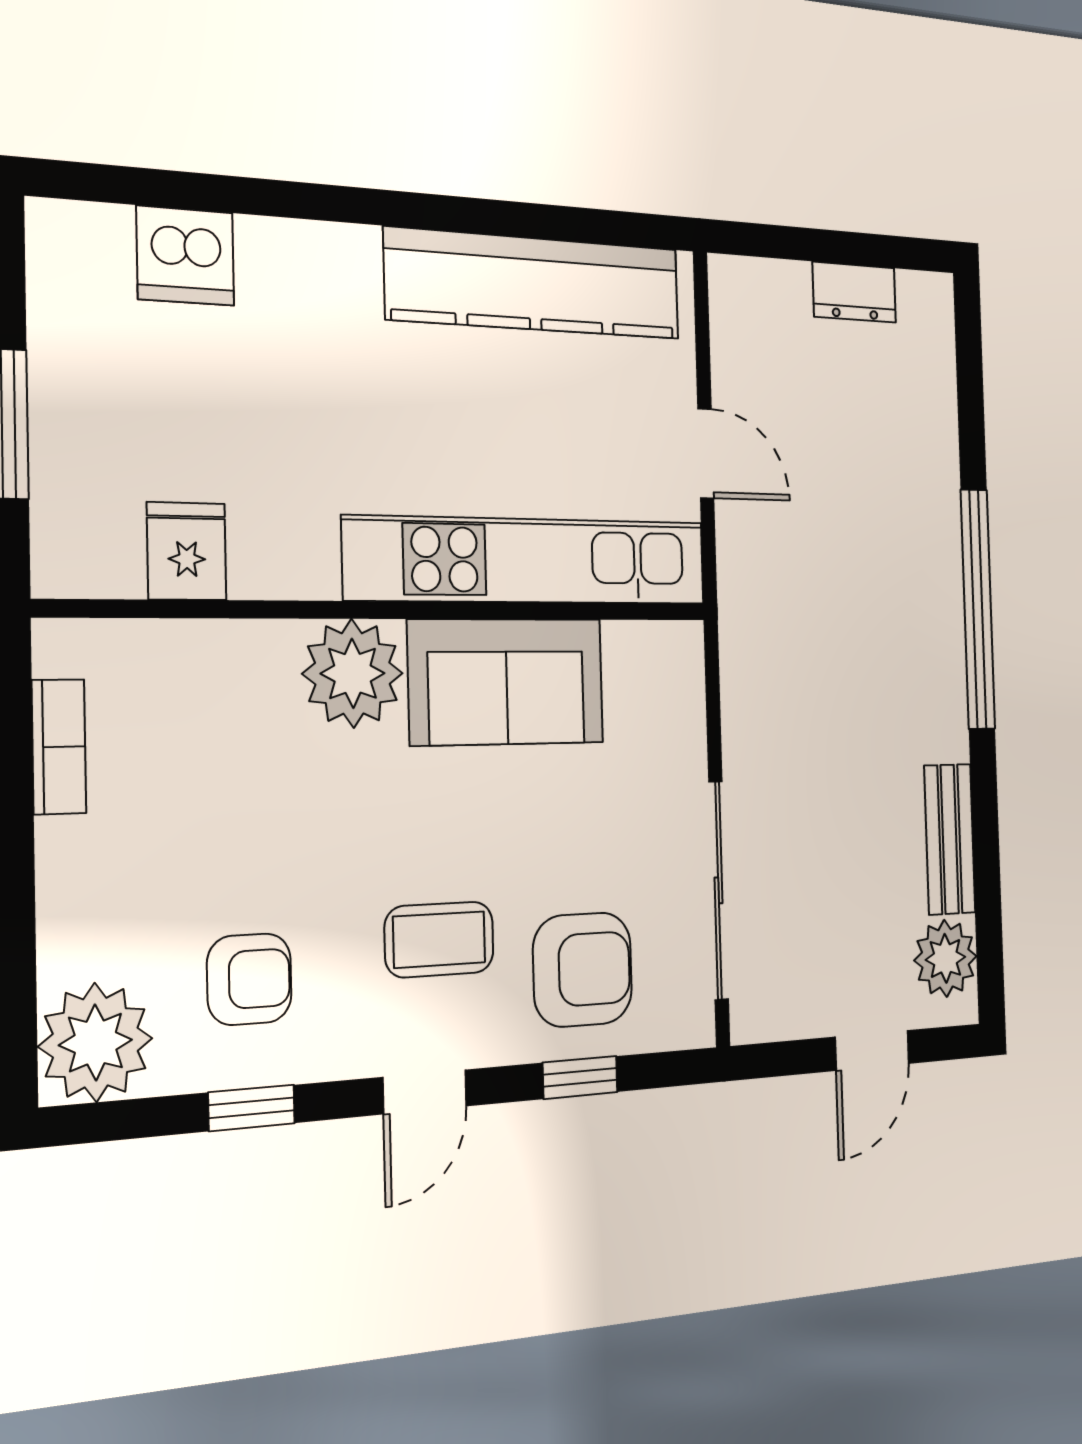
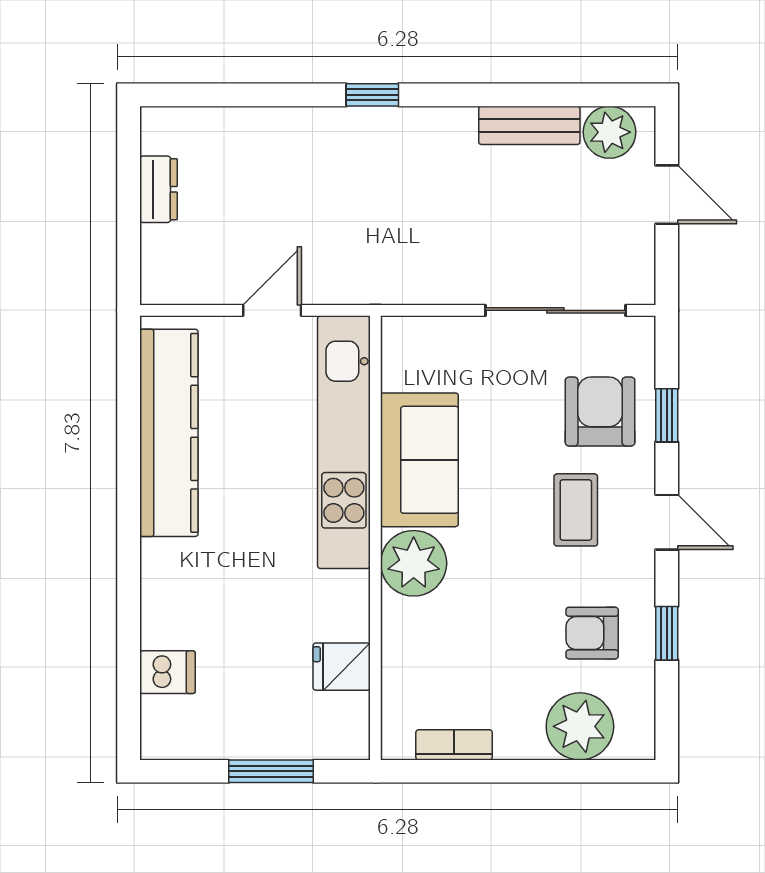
dishwasher: (185, 256) -> (167, 672), width x0.73
window: (978, 609) -> (372, 95), width x0.32
armchair: (249, 979) -> (592, 633), turned -90
plant: (96, 1042) -> (580, 726), moved

